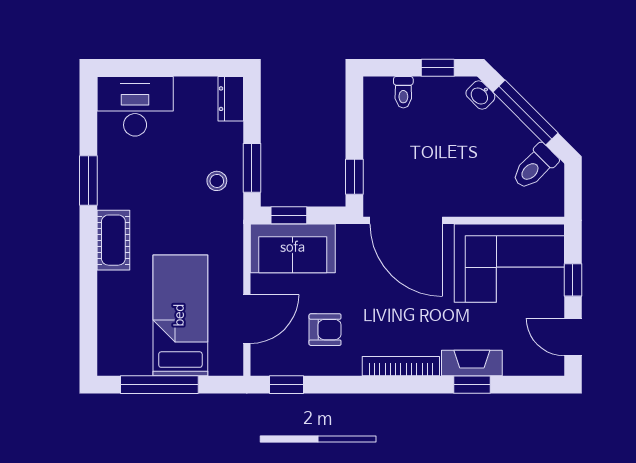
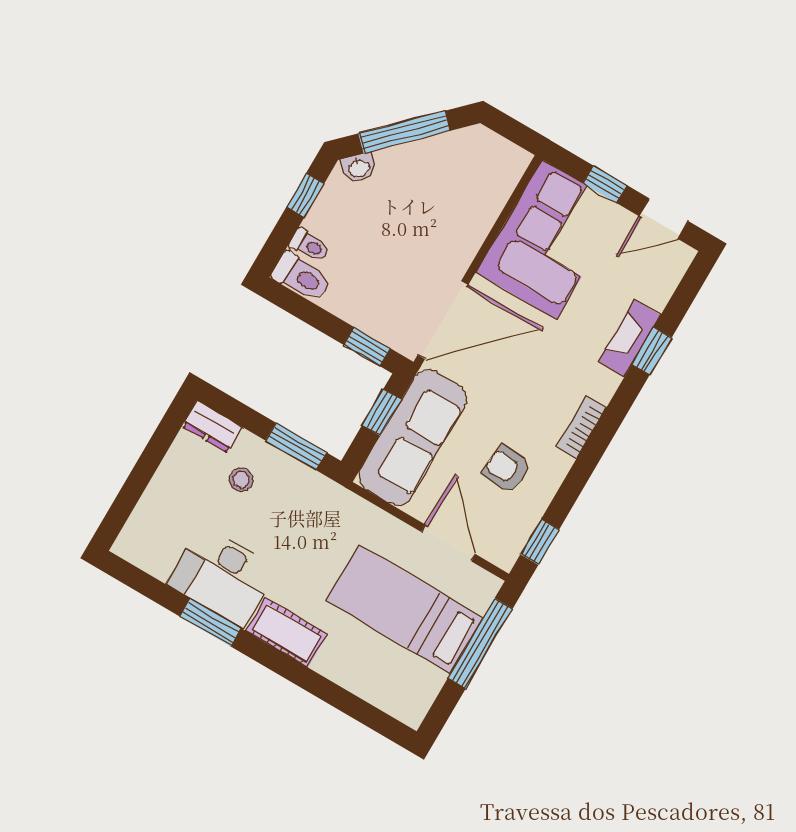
desk: (135, 106) -> (223, 576), moved, turned -90
toilet: (535, 167) -> (302, 277), moved, turned -45
stool: (217, 181) -> (241, 480), moved
window: (289, 215) -> (382, 412), moved
sofa: (293, 248) -> (413, 438), width x1.36
armchair: (325, 330) -> (506, 469), turned -86
bookcase: (401, 366) -> (581, 427), width x0.64
window: (159, 385) -> (480, 643), moved

